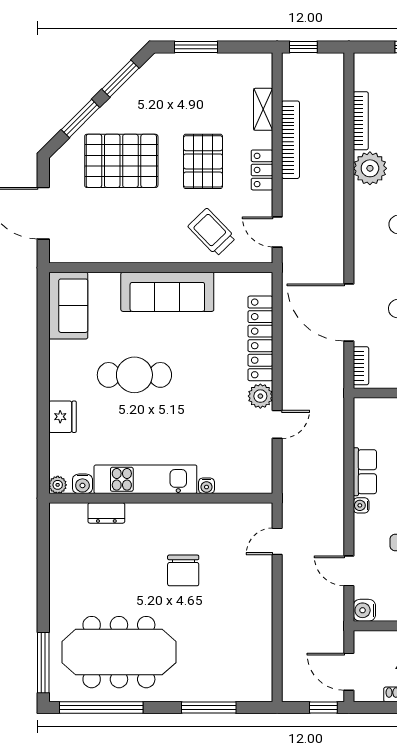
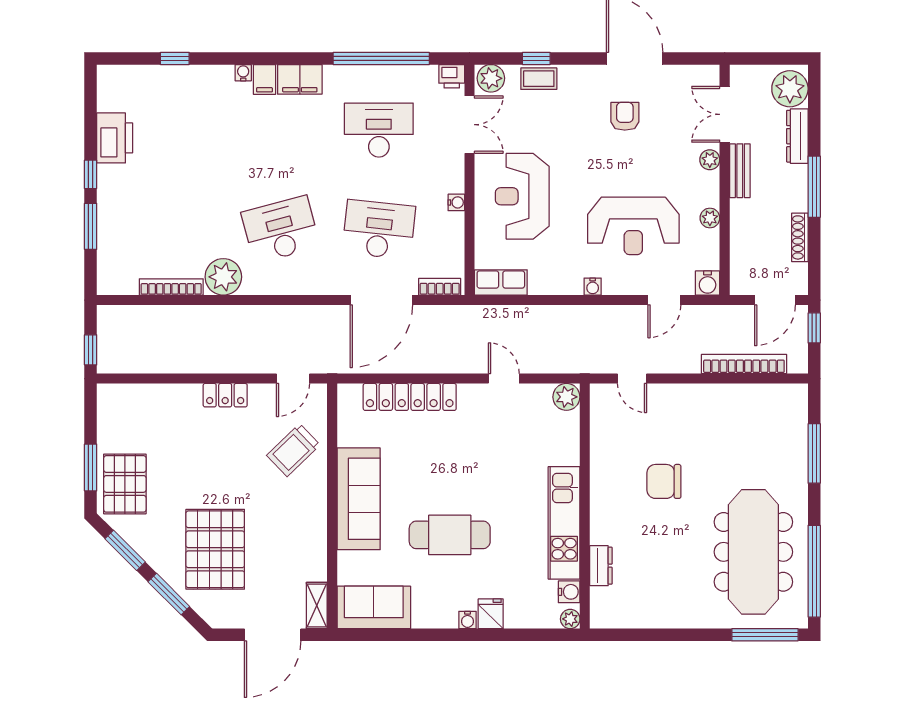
shelving: (263, 109) -> (317, 606), moved, turned 90
bookcase: (290, 140) -> (744, 364), moved
pallet: (203, 161) -> (125, 484), moved, turned 90
cafe table: (134, 375) -> (450, 535), turned 90
plant: (260, 396) -> (566, 397), moved
fridge: (62, 417) -> (491, 614), width x0.72
row of seats: (365, 472) -> (501, 282), moved
water cooler: (206, 486) -> (468, 620), moved, turned 90
chair: (183, 570) -> (664, 481), turned 180

